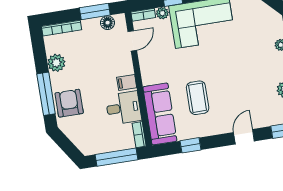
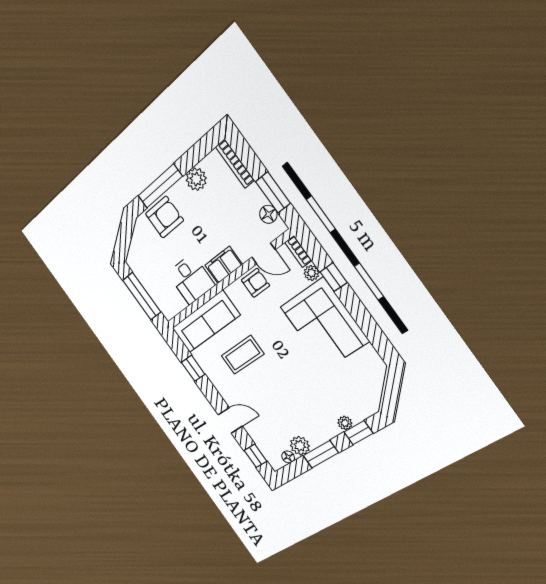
armchair: (150, 58) -> (255, 283), added
filing cabinet: (127, 83) -> (224, 265), width x2.00
bookcase: (139, 135) -> (175, 309), removed

